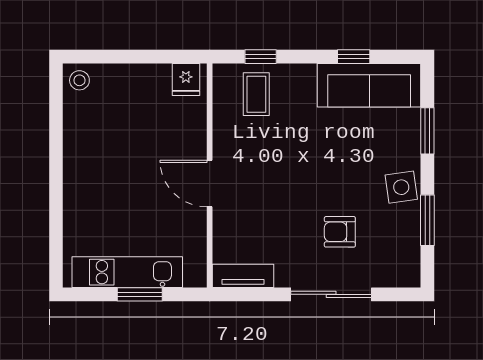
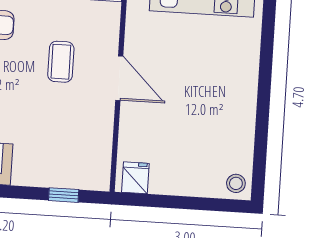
coffee table: (256, 94) -> (61, 62), moved

